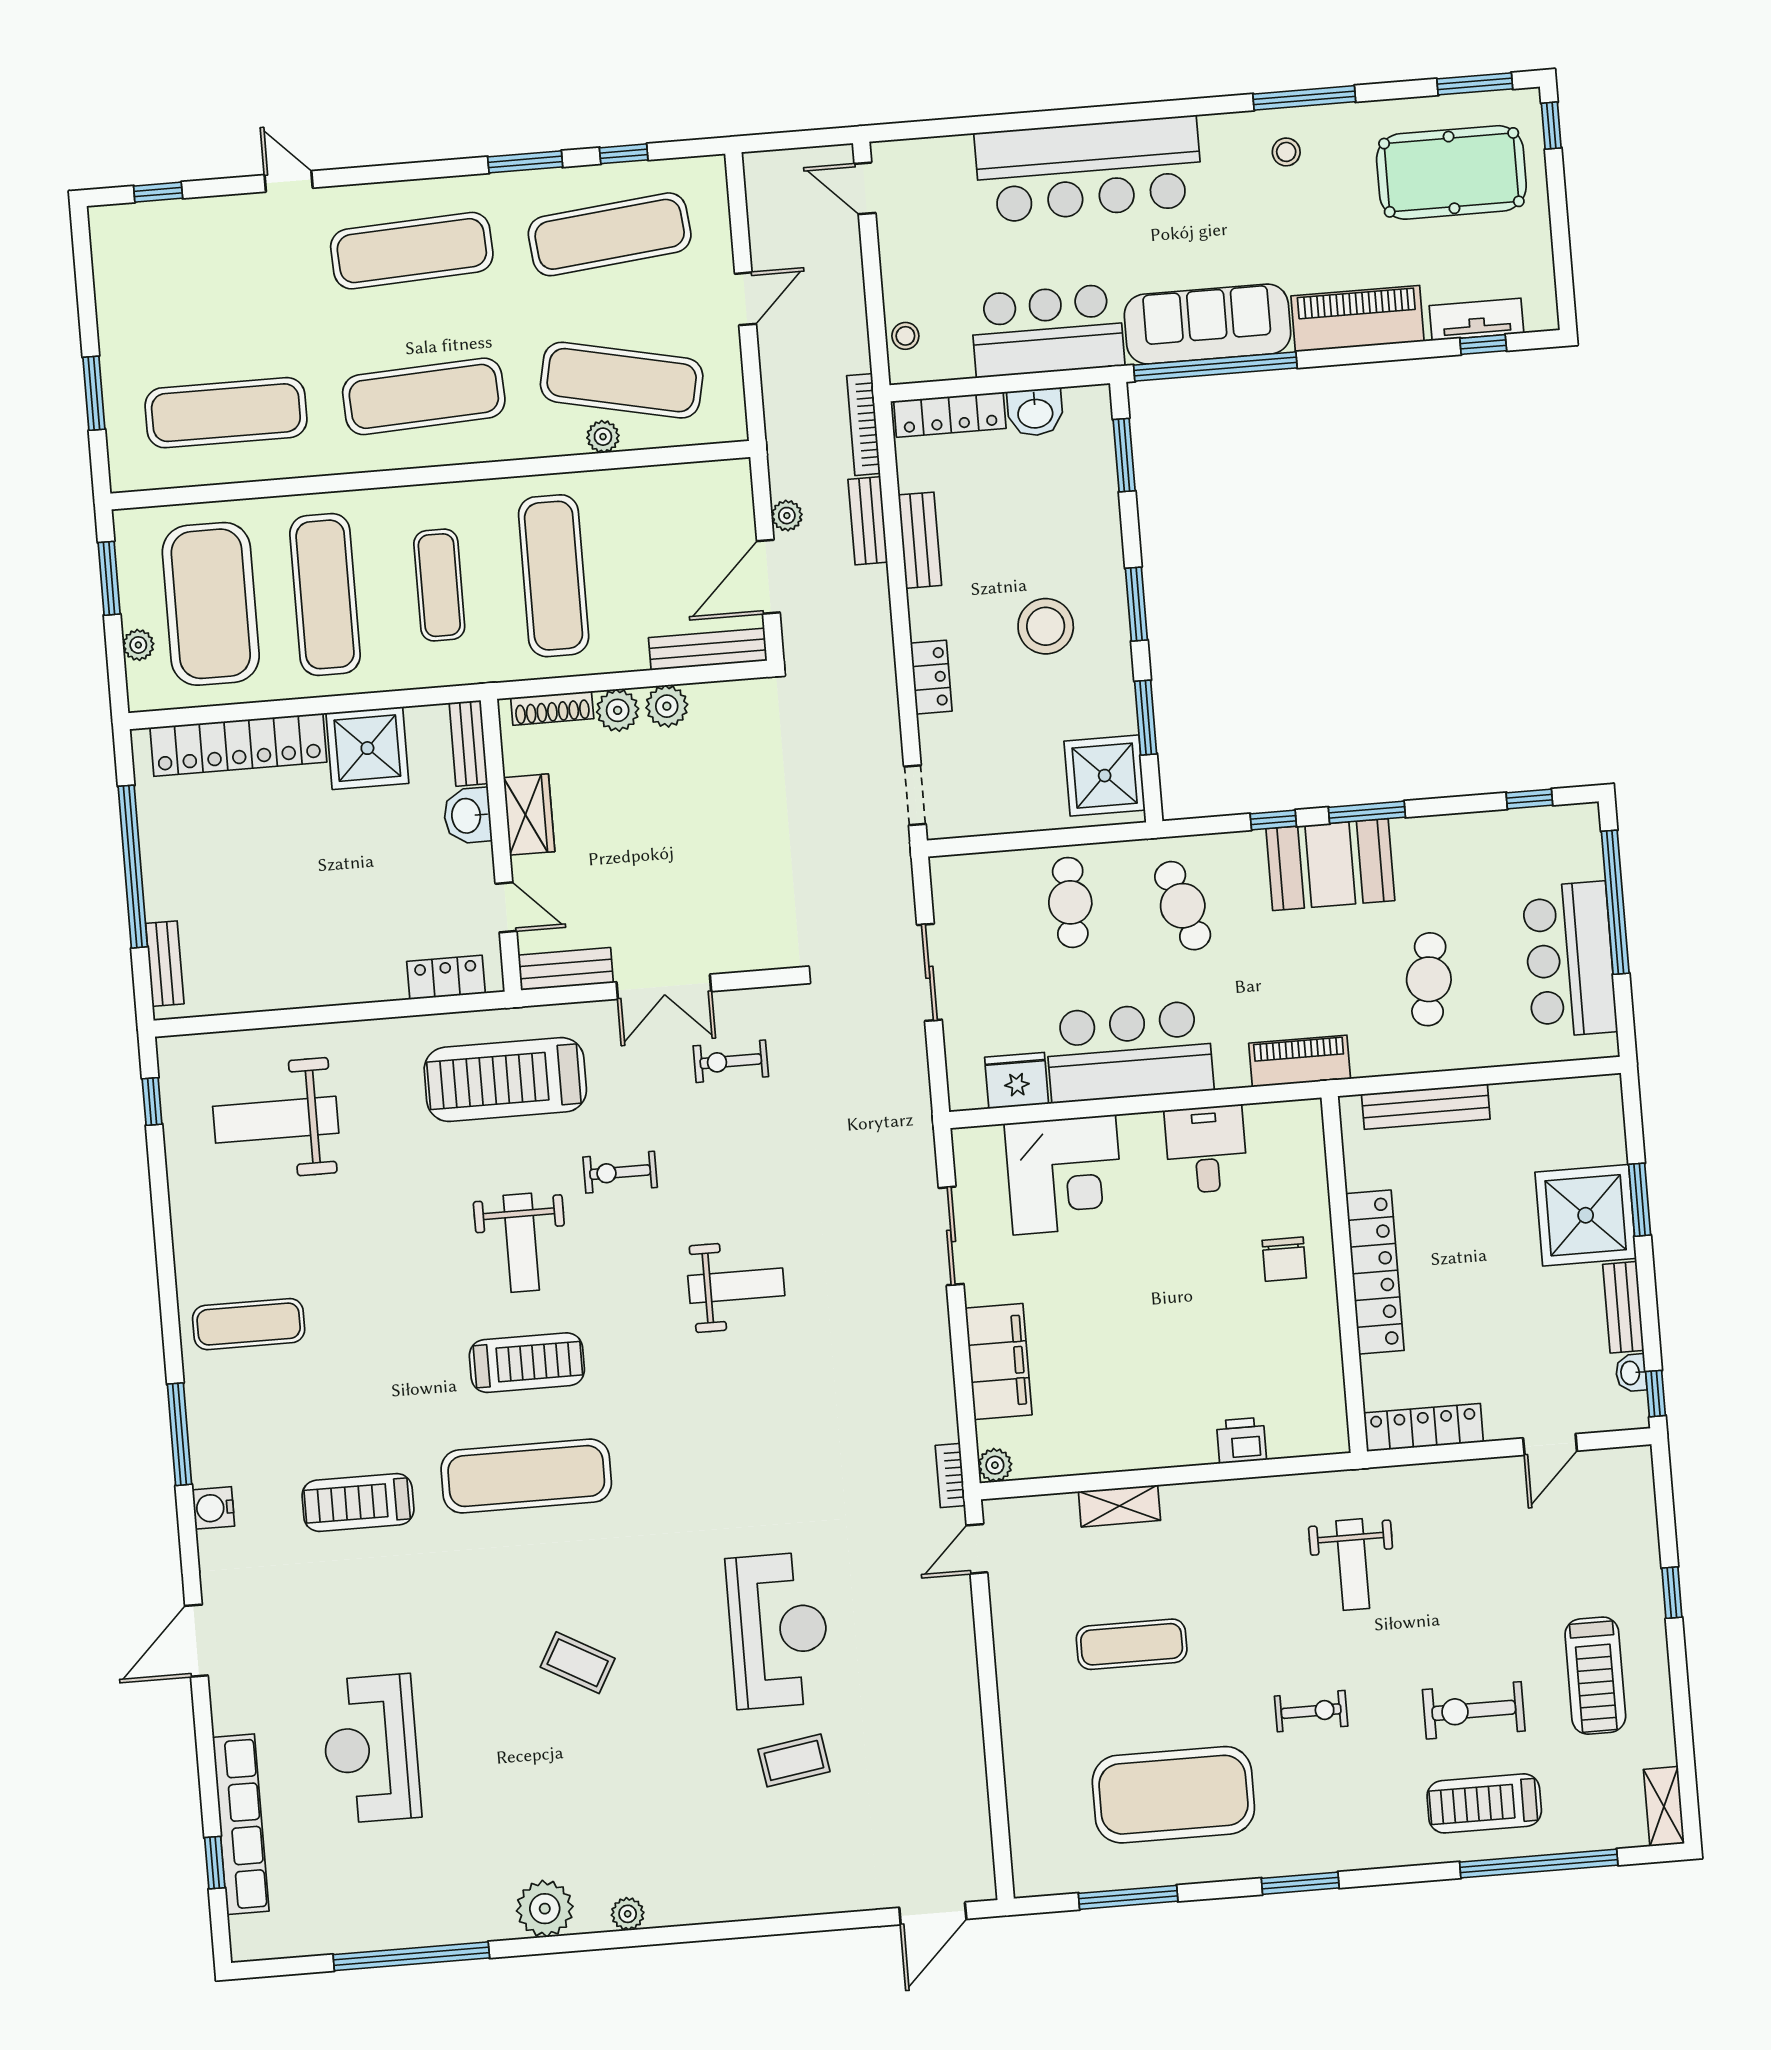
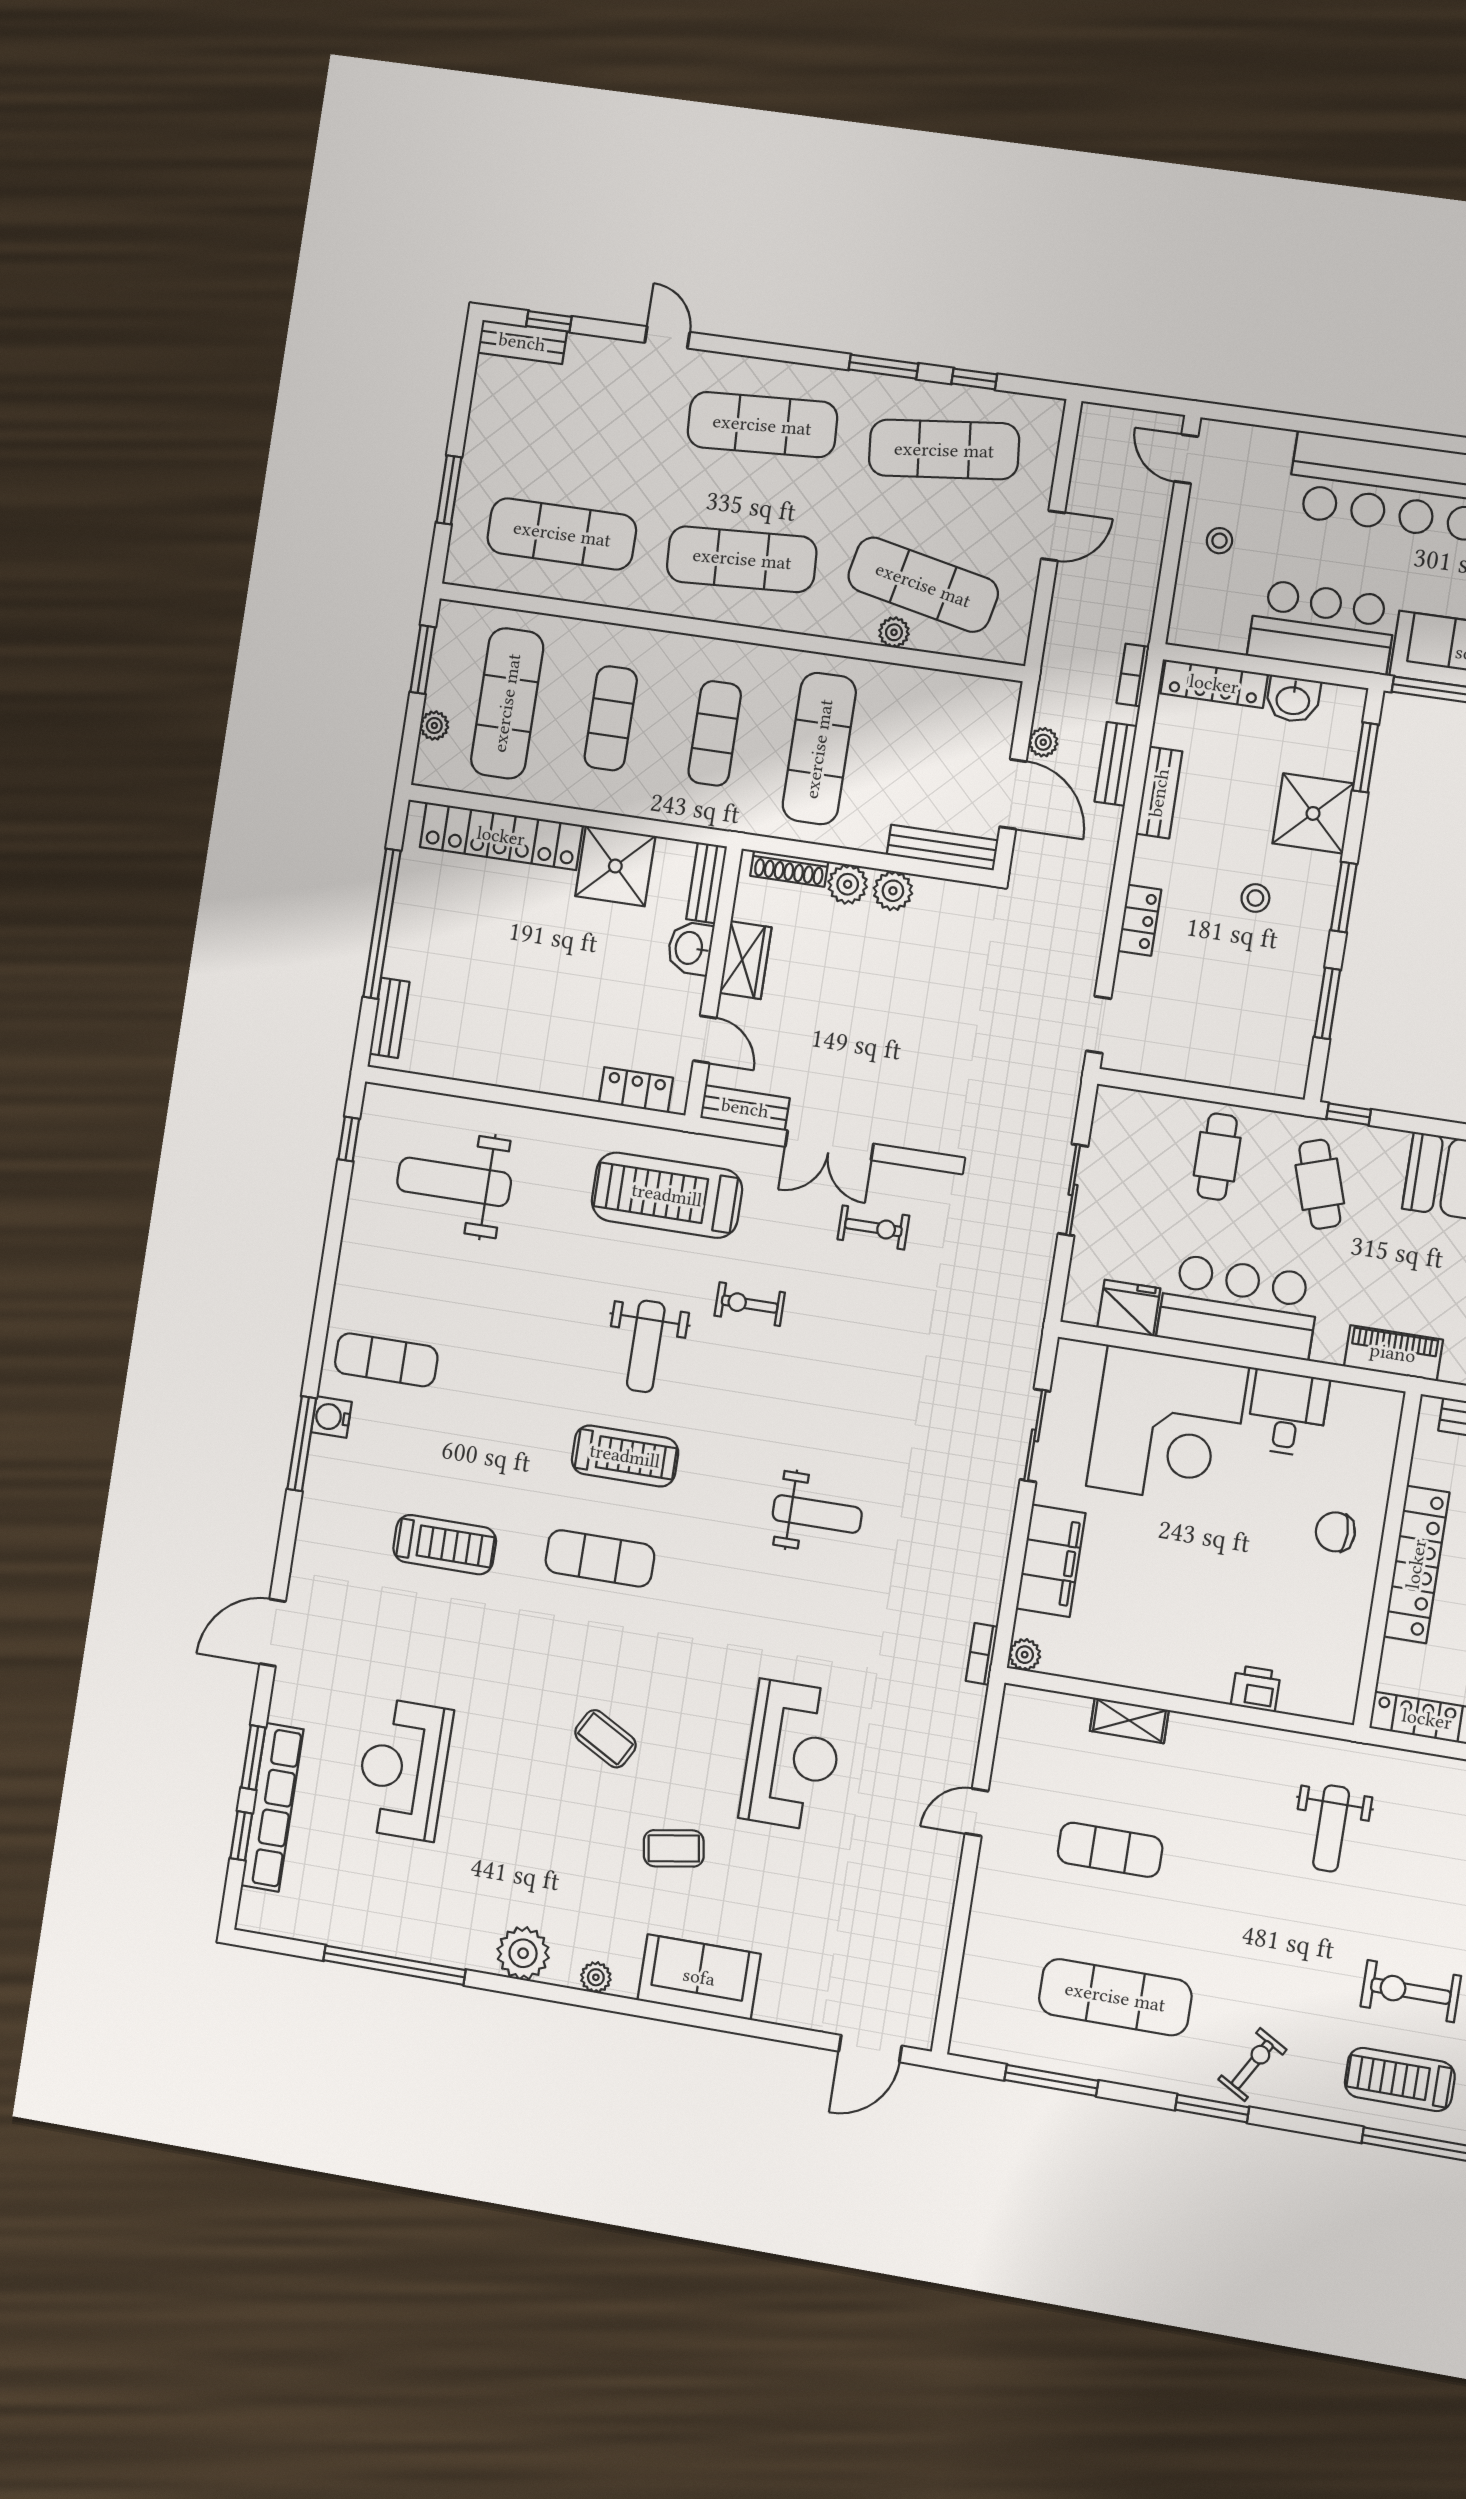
bench: (135, 220) -> (522, 342), added
stool: (905, 336) -> (1219, 541), moved
bookcase: (863, 425) -> (1133, 675), width x0.64
door: (768, 577) -> (1013, 794), swing flipped
exercise mat: (325, 594) -> (611, 718), width x0.73, depth x0.69
exercise mat: (211, 604) -> (507, 703), width x0.68
stool: (1046, 626) -> (1255, 898), width x0.53, depth x0.53
shower: (1105, 776) -> (1313, 813), moved
window: (1273, 820) -> (1349, 1114), moved
exercise bike: (731, 1061) -> (873, 1228), turned 180
corner desk: (1064, 1175) -> (1168, 1427), width x1.36, depth x1.36
chair: (1284, 1259) -> (1335, 1532), turned 90
weight bench: (736, 1286) -> (817, 1514), moved
exercise mat: (526, 1476) -> (600, 1558), width x0.73, depth x0.69
treadmill: (358, 1502) -> (445, 1545), turned 180
water cooler: (213, 1508) -> (331, 1417), moved
door: (977, 1549) -> (977, 1812), moved
exercise bike: (1311, 1711) -> (1252, 2065), moved, turned -60
coffee table: (794, 1760) -> (674, 1848), moved
window: (208, 1777) -> (253, 1758), added
exercise mat: (1173, 1795) -> (1115, 1997), width x0.68
sofa: (736, 1886) -> (699, 1977), added

